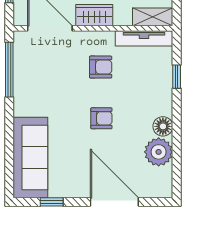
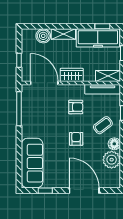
coffee table: (145, 96) -> (103, 125), added
armchair: (101, 118) -> (76, 139), turned -90

